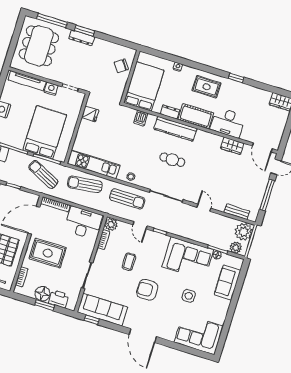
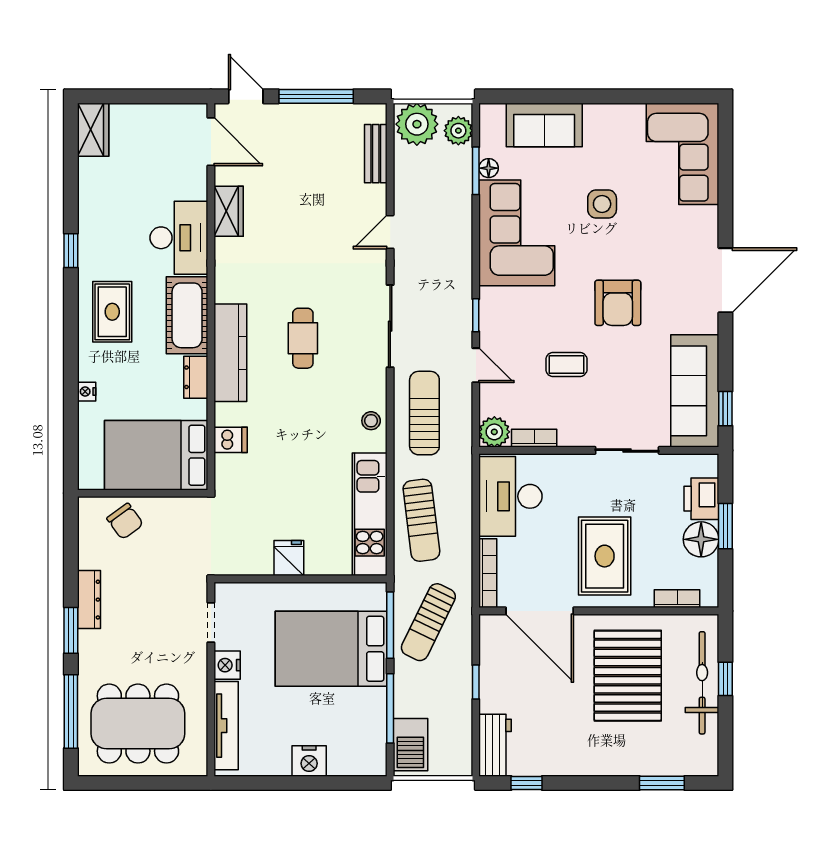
dresser: (82, 38) -> (89, 600), moved
fridge: (90, 114) -> (289, 558), moved
door: (262, 147) -> (211, 142), hinge flipped
door: (140, 225) -> (476, 365), hinge flipped

